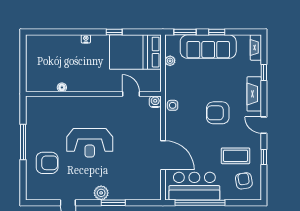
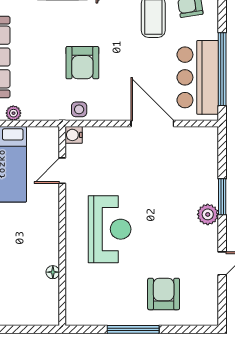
armchair: (218, 113) -> (82, 63), moved
reception desk: (90, 143) -> (110, 229), moved
door: (163, 155) -> (152, 124), hinge flipped

